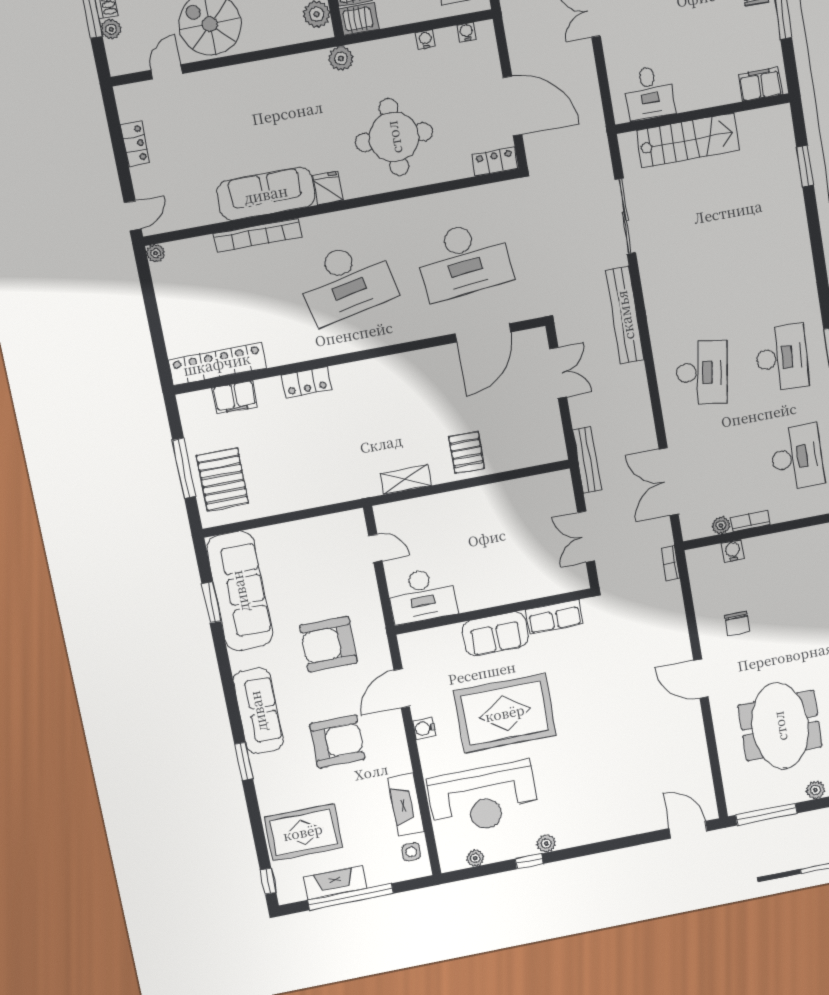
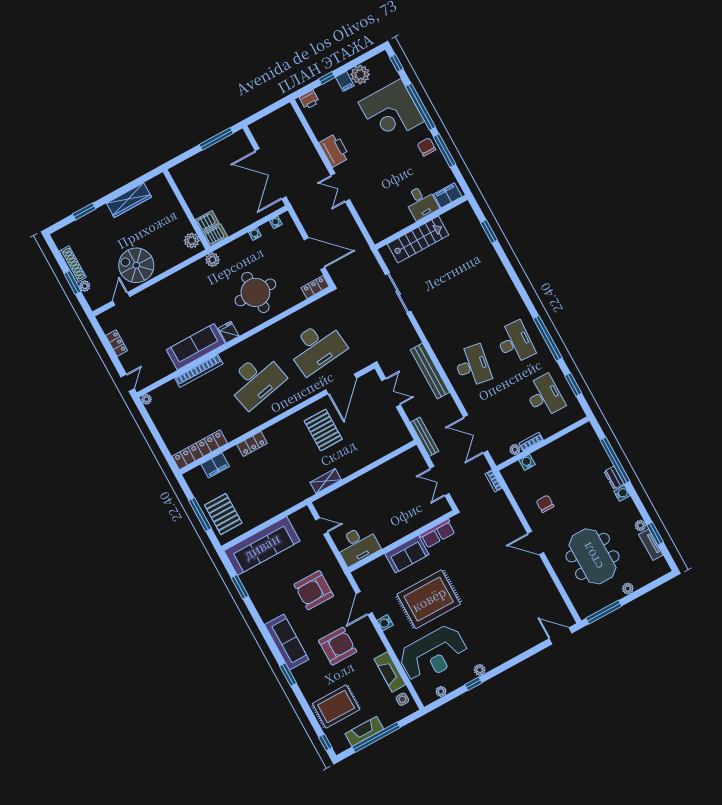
desk: (649, 93) -> (421, 202), moved
bench: (625, 315) -> (430, 371), moved
pallet: (467, 453) -> (323, 430), moved, width x1.50, depth x1.42
sofa: (240, 591) -> (262, 546), moved, turned 90
chair: (737, 624) -> (545, 504), turned 180

